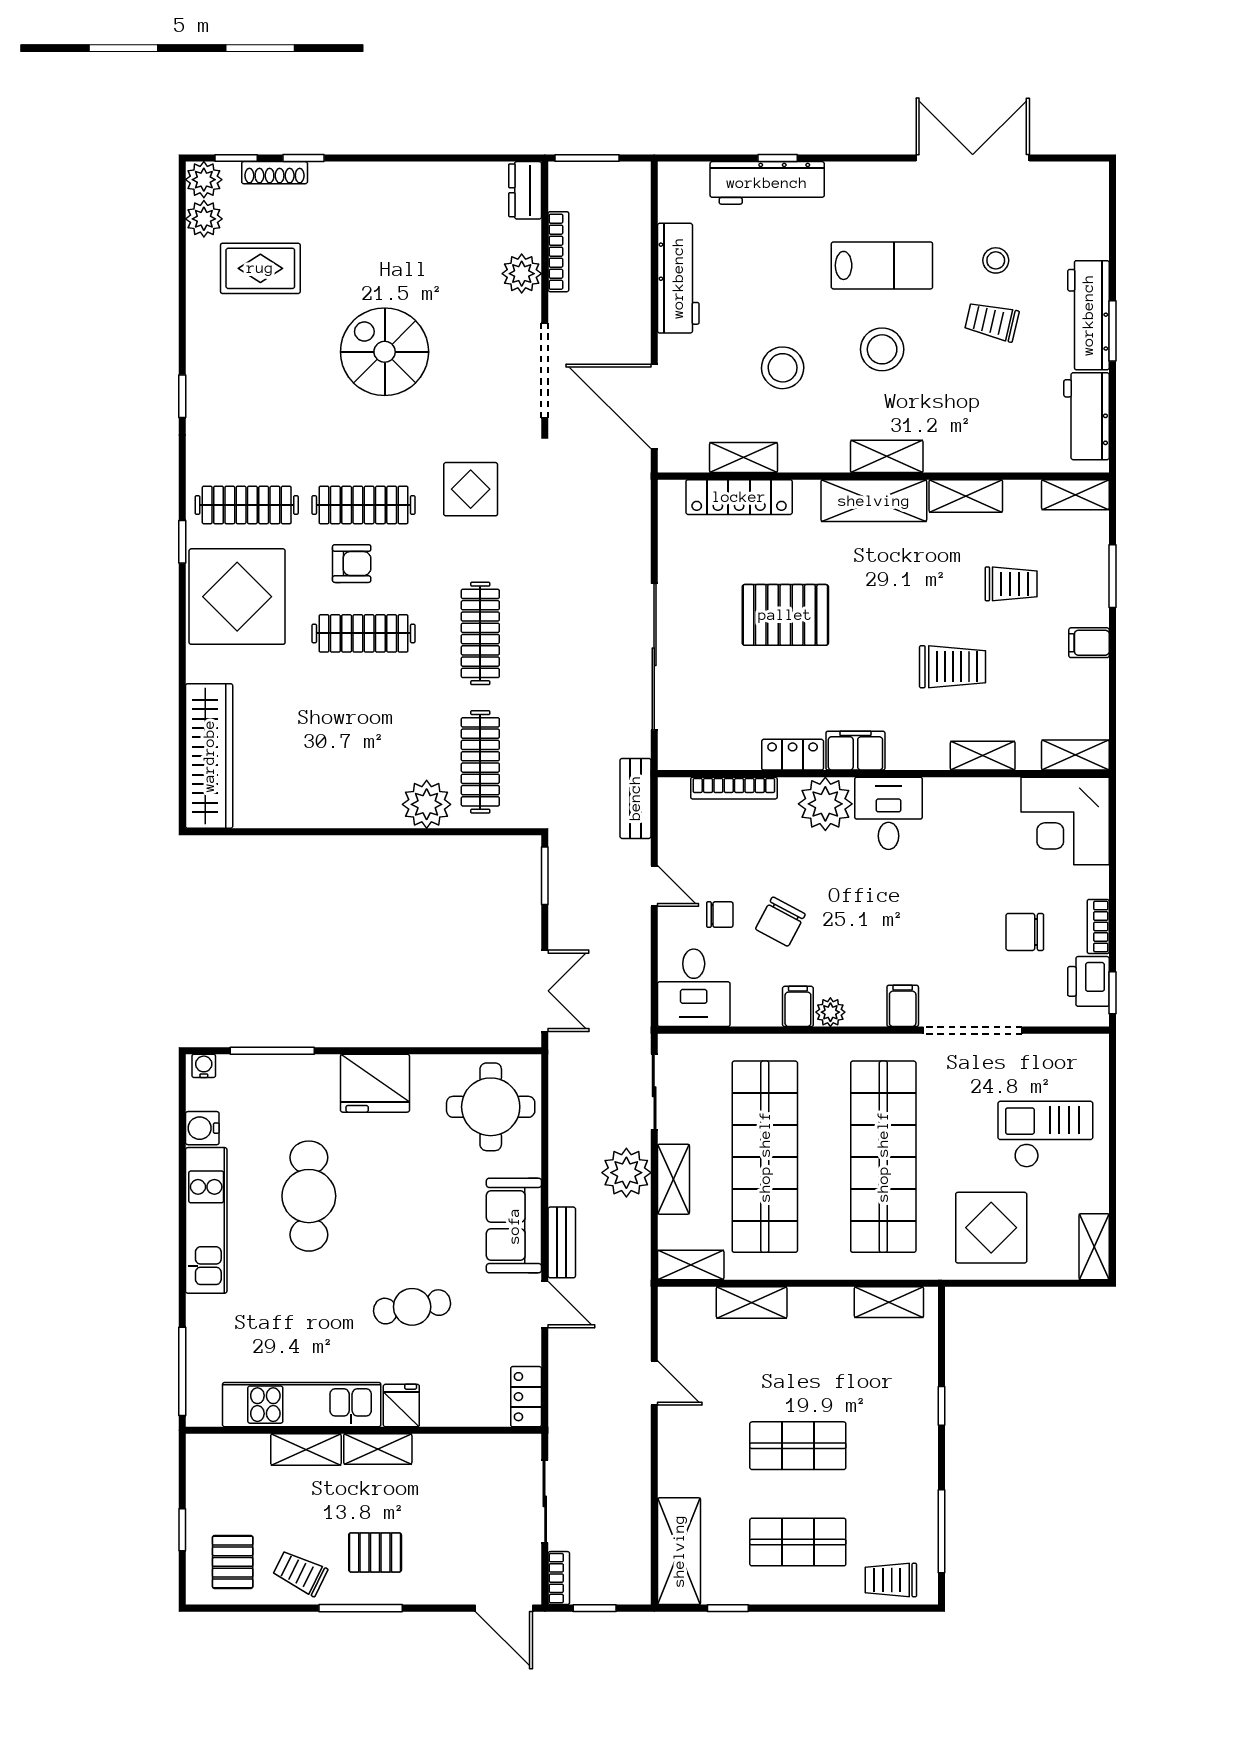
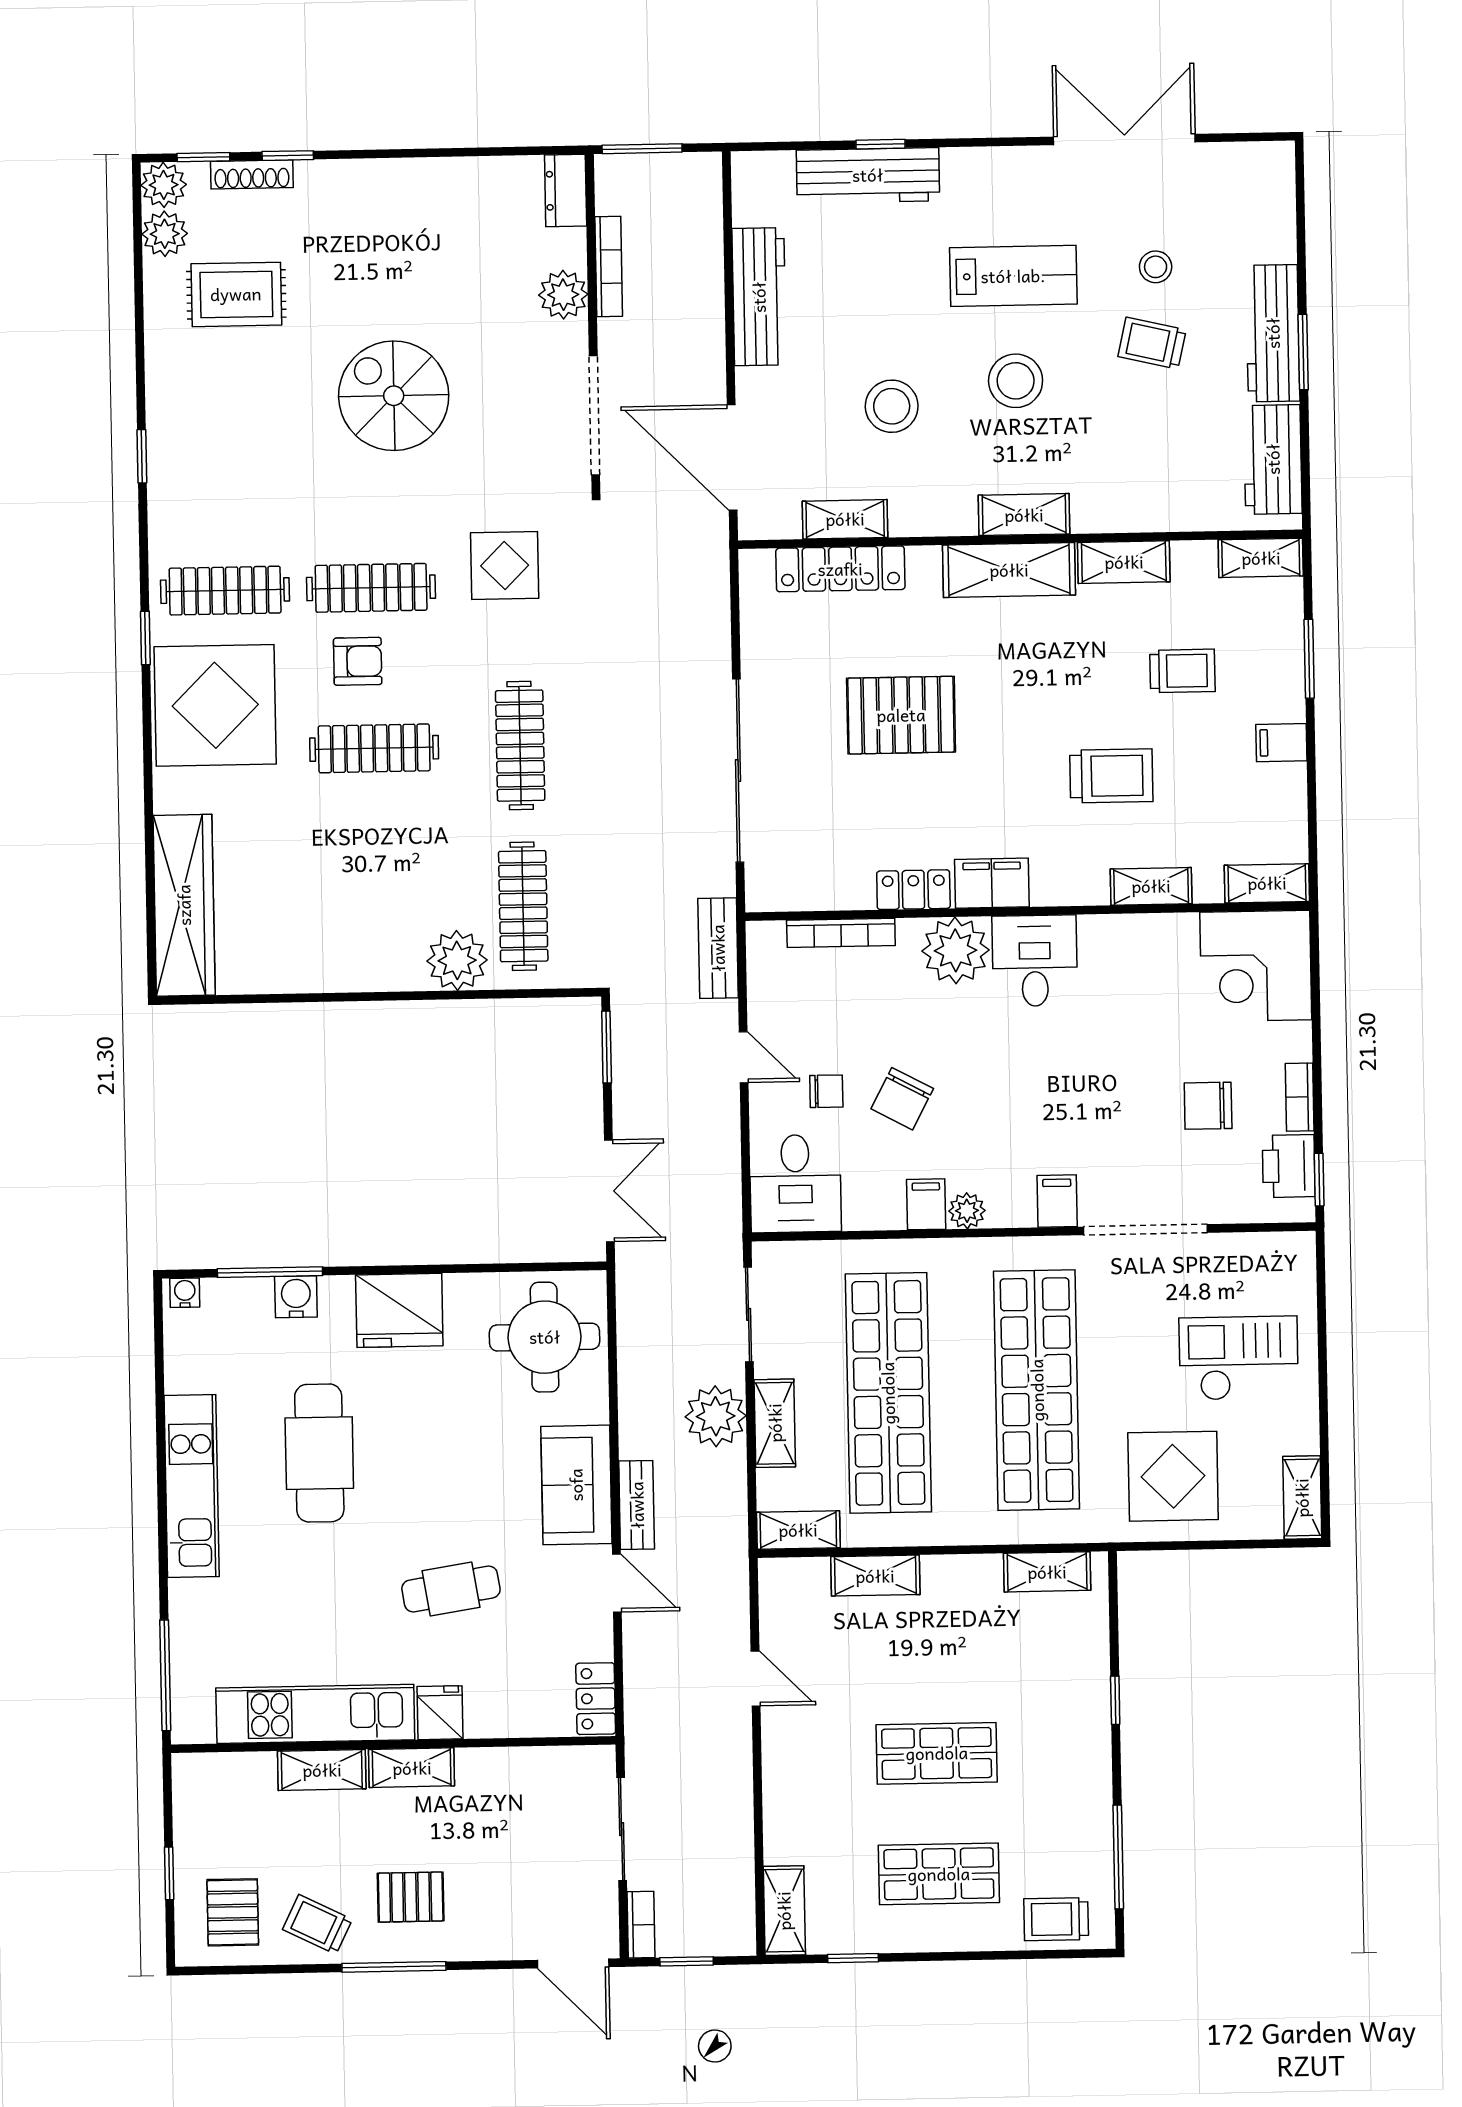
water cooler: (202, 1128) -> (296, 1297), moved, turned 90
shelving: (679, 1551) -> (784, 1911), width x0.67, depth x0.75

